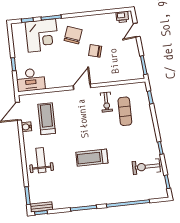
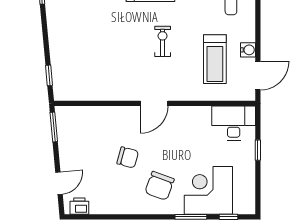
exercise bike: (106, 102) -> (163, 41), moved
exercise mat: (125, 111) -> (91, 58), removed

